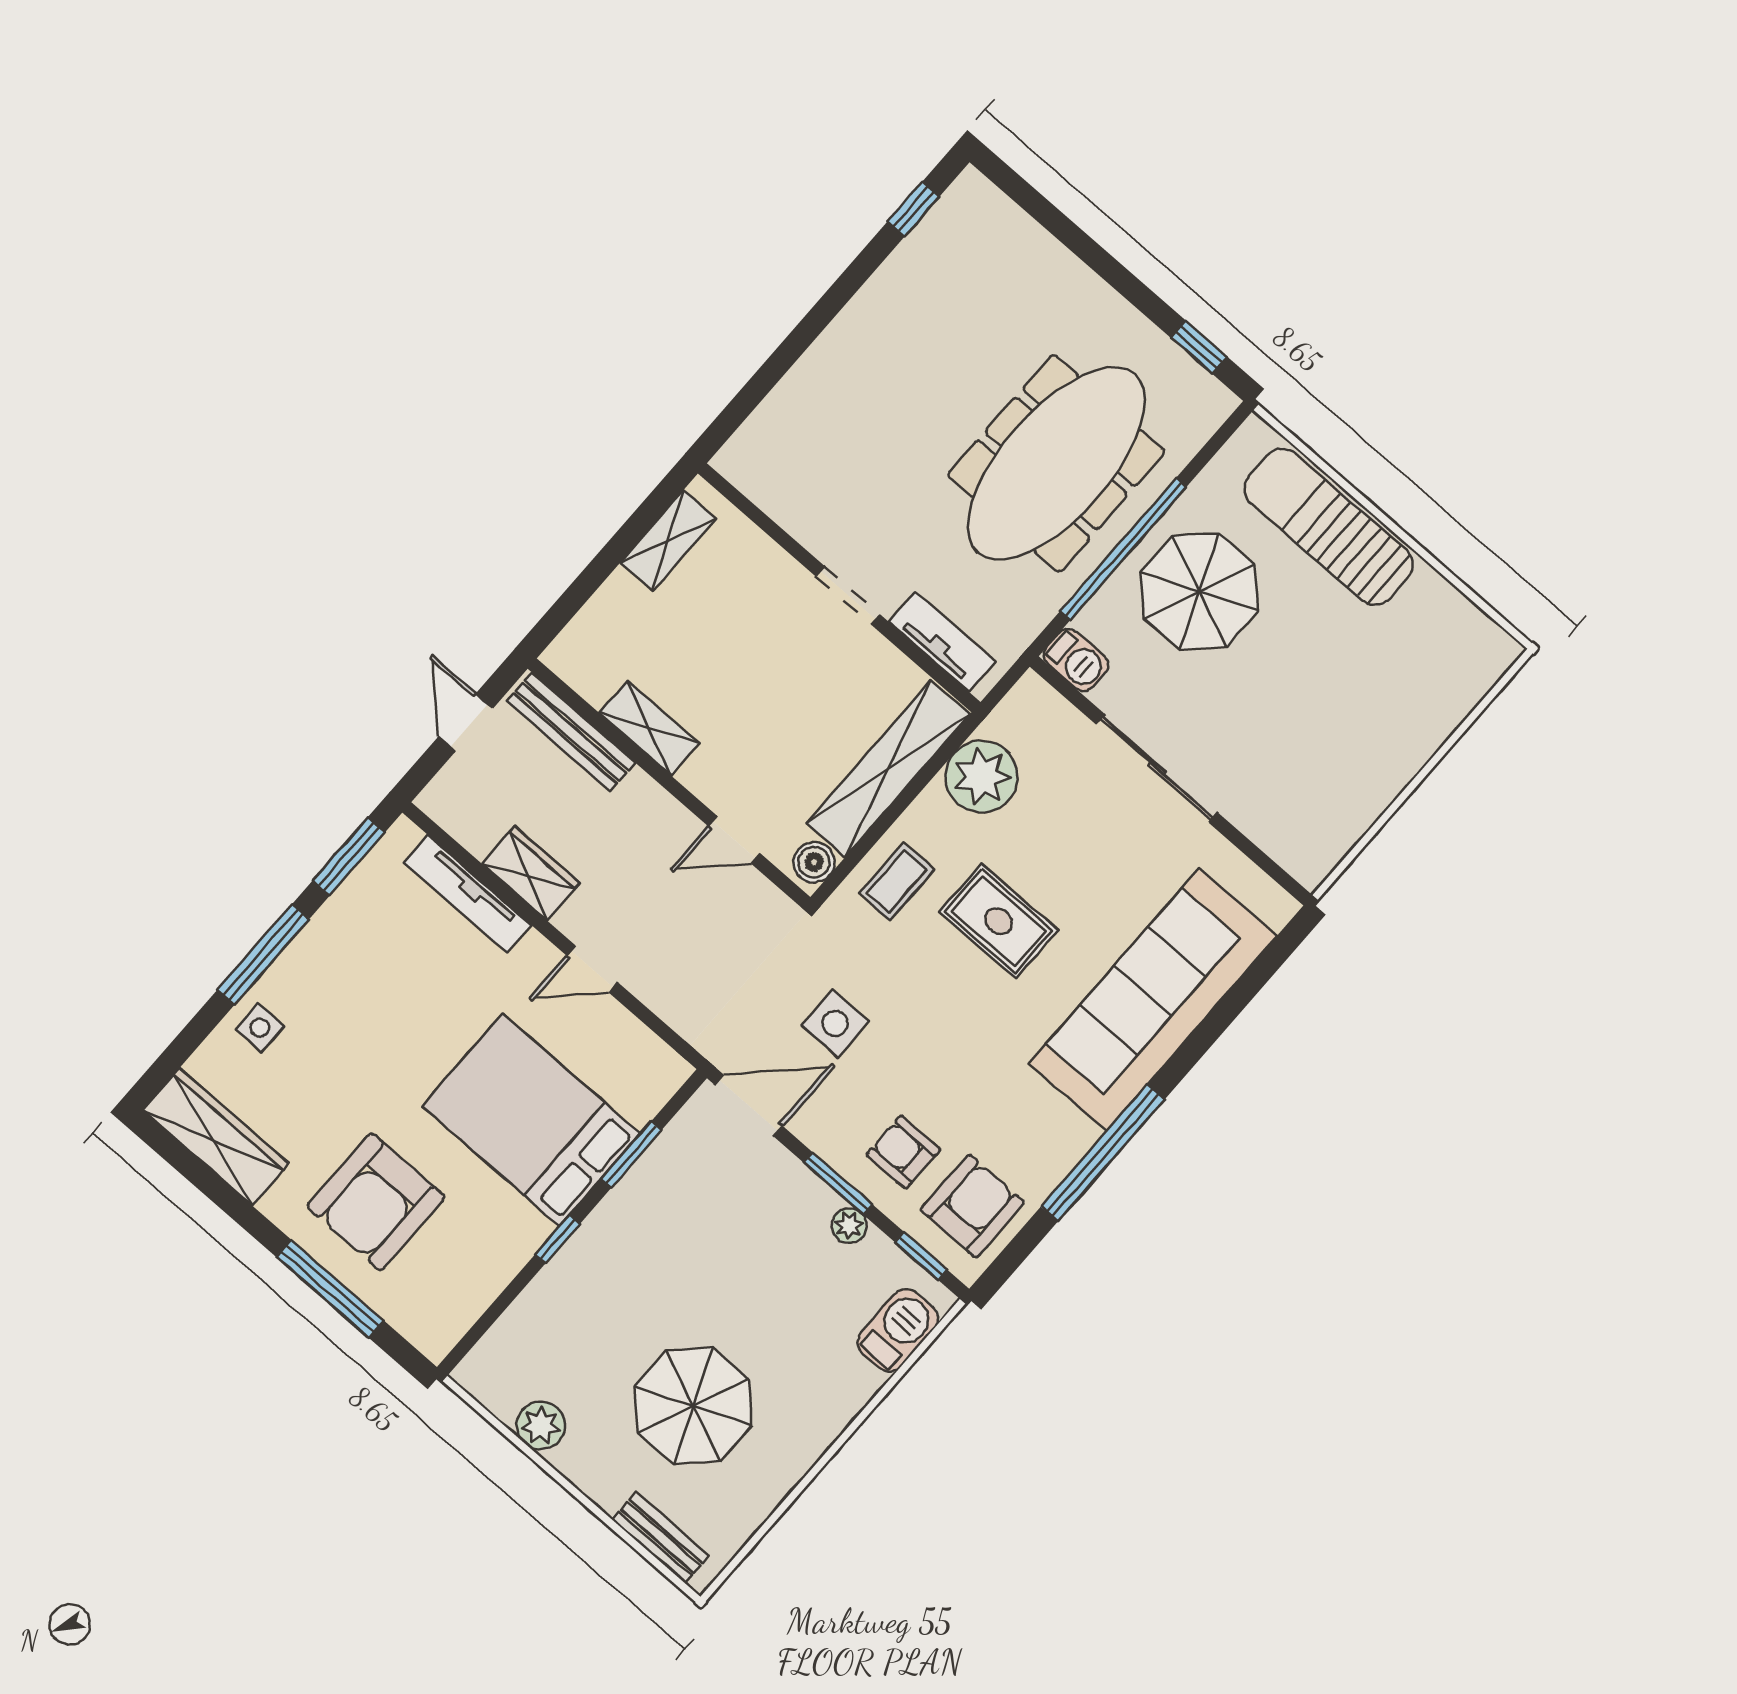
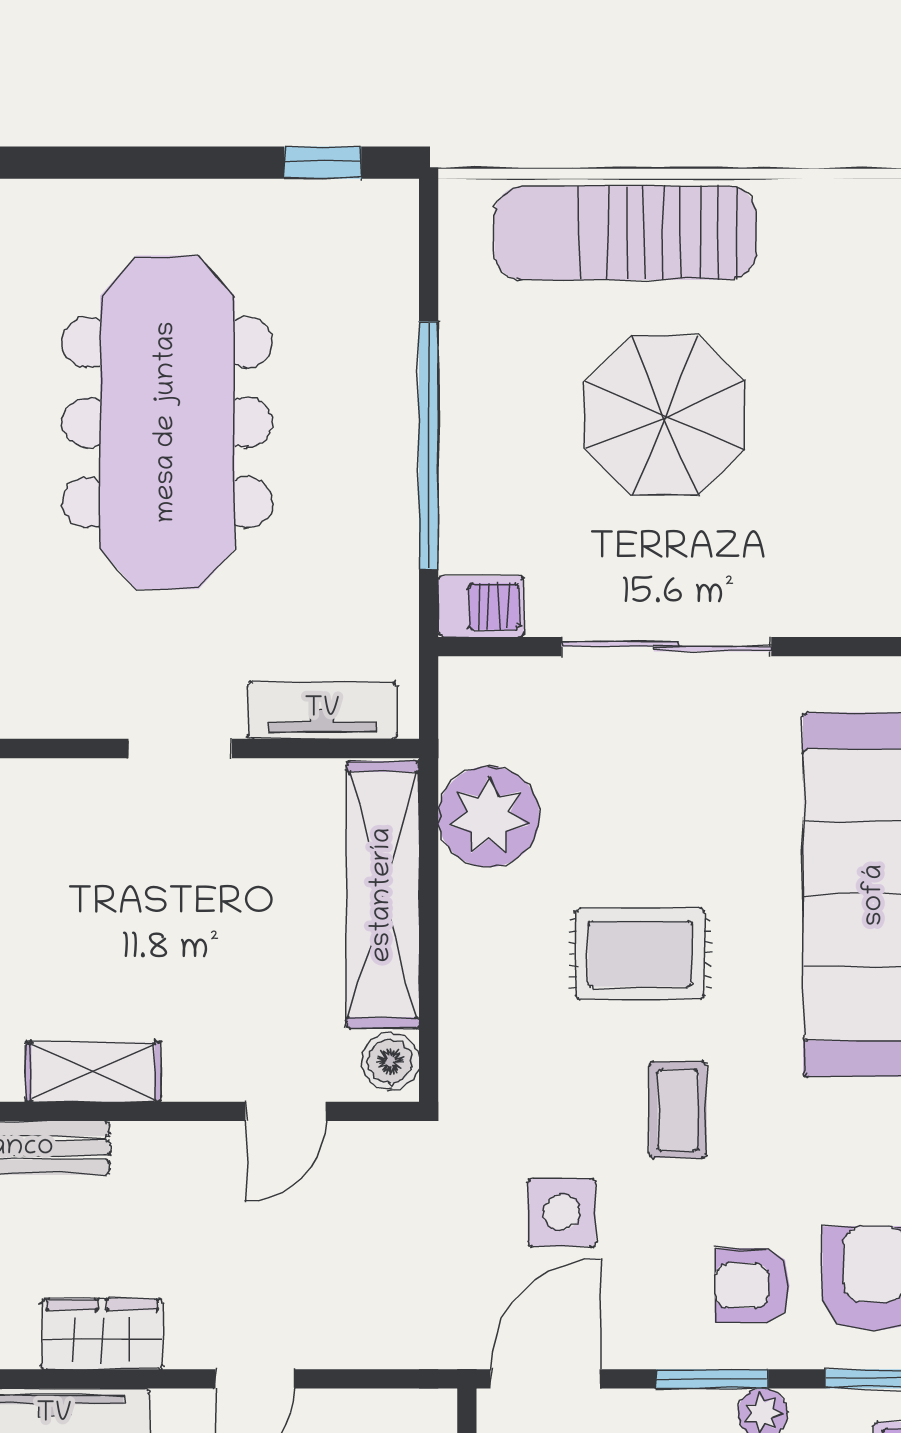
meeting table: (1056, 463) -> (167, 422), moved
parasol: (1199, 591) -> (665, 416), moved
coffee table: (897, 881) -> (678, 1110), moved

